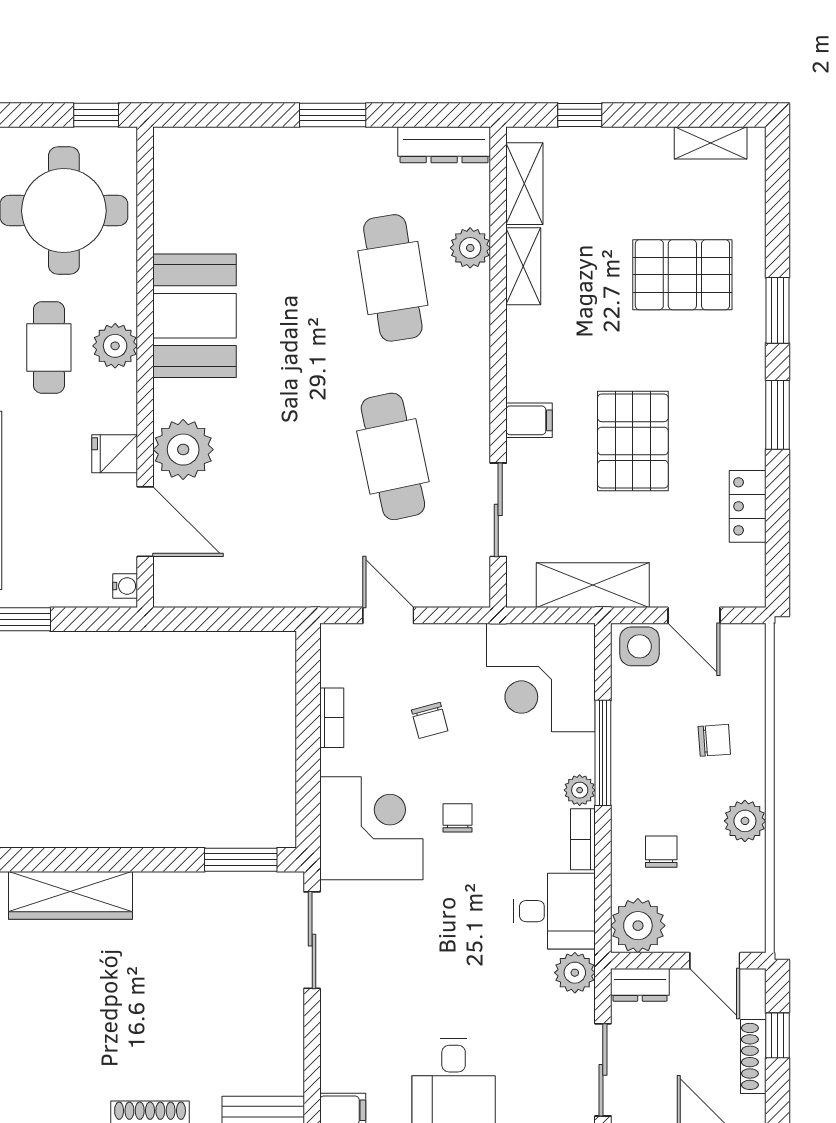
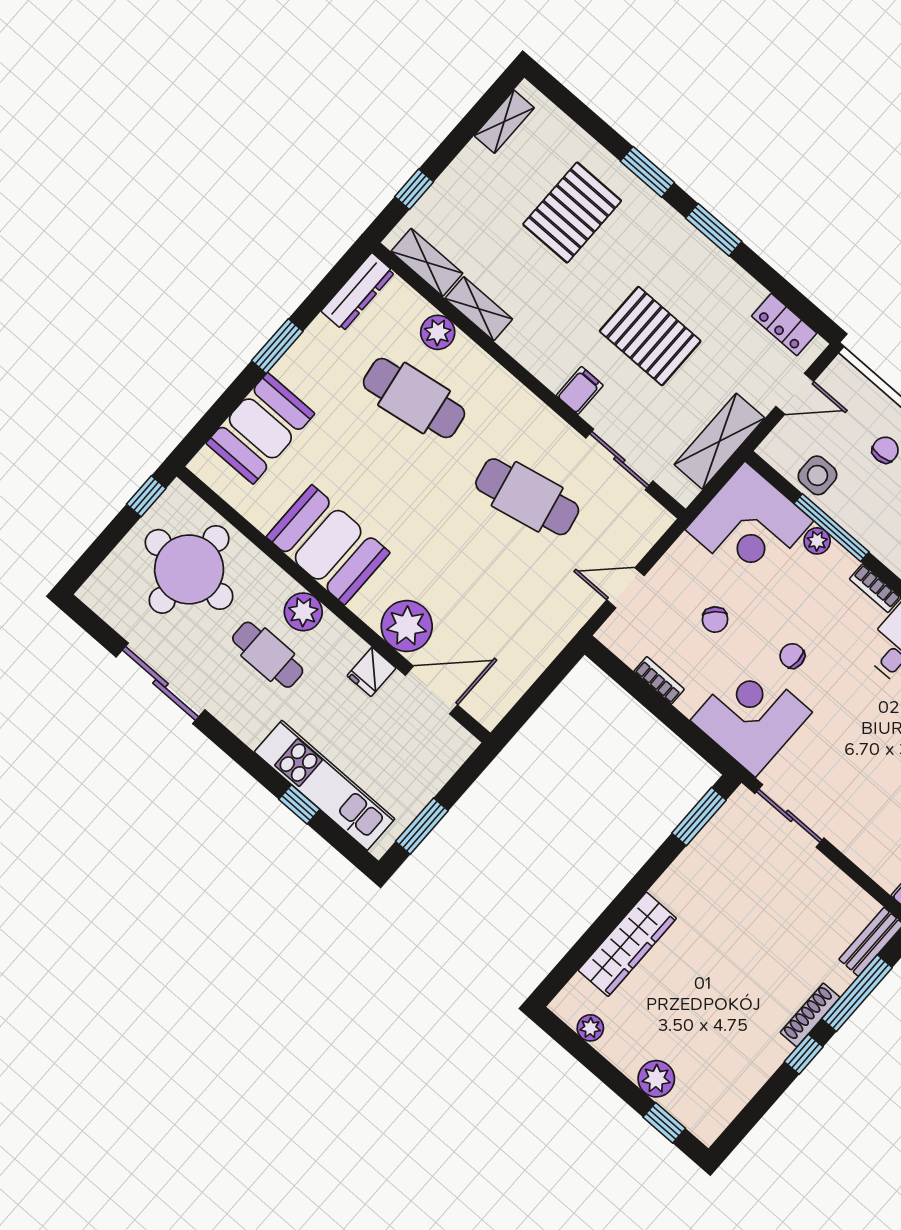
booth: (246, 164) -> (260, 428), added
locker: (748, 506) -> (784, 325), moved
water cooler: (125, 586) -> (461, 738), removed
side table: (639, 646) -> (817, 475), moved
chair: (430, 720) -> (715, 620), turned 62
plant: (580, 790) -> (817, 541), moved

